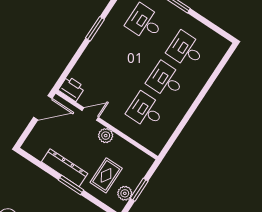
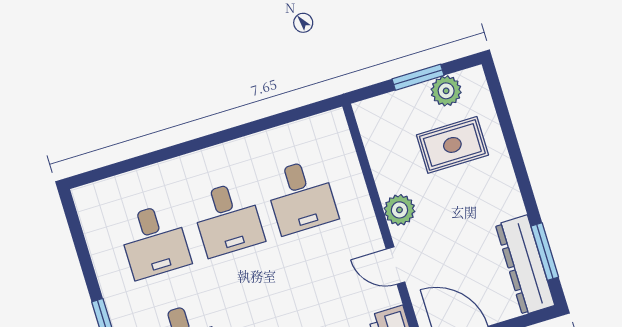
dresser: (65, 168) -> (525, 265), moved
window: (71, 185) -> (545, 252), moved

